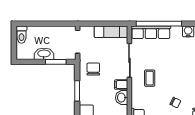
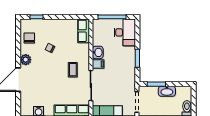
chair: (93, 69) -> (123, 78), removed

